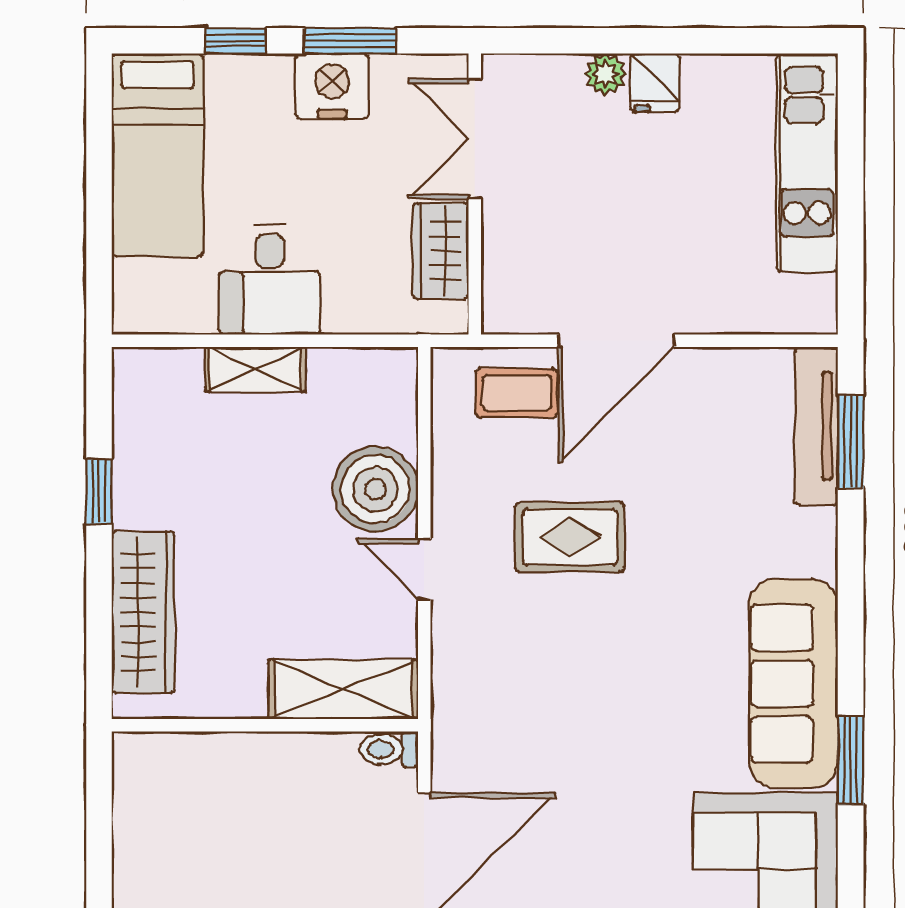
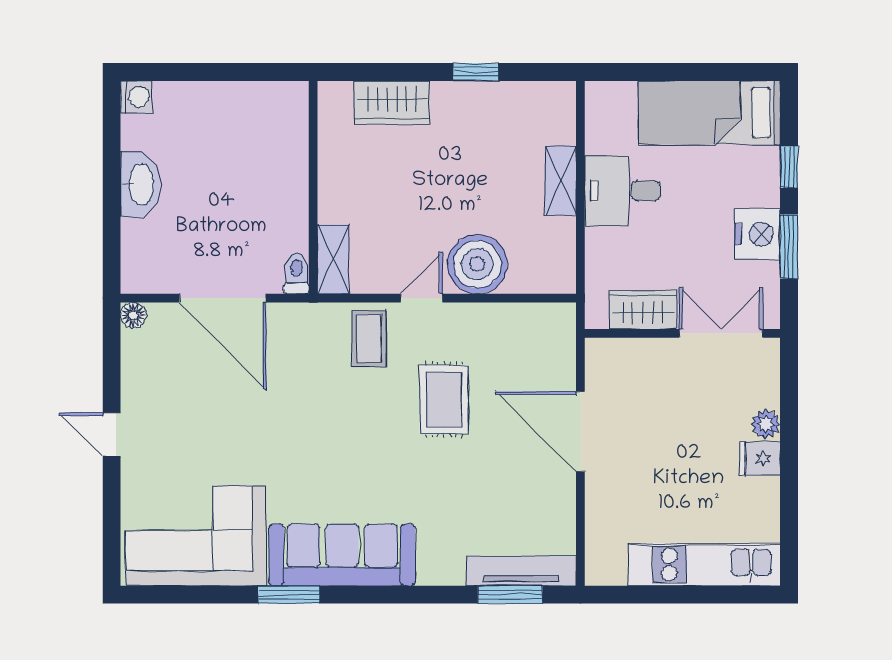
coffee table: (517, 393) -> (369, 339), moved
wardrobe: (143, 612) -> (392, 103), width x0.67
shelving: (343, 689) -> (333, 259), width x0.67, depth x0.75

